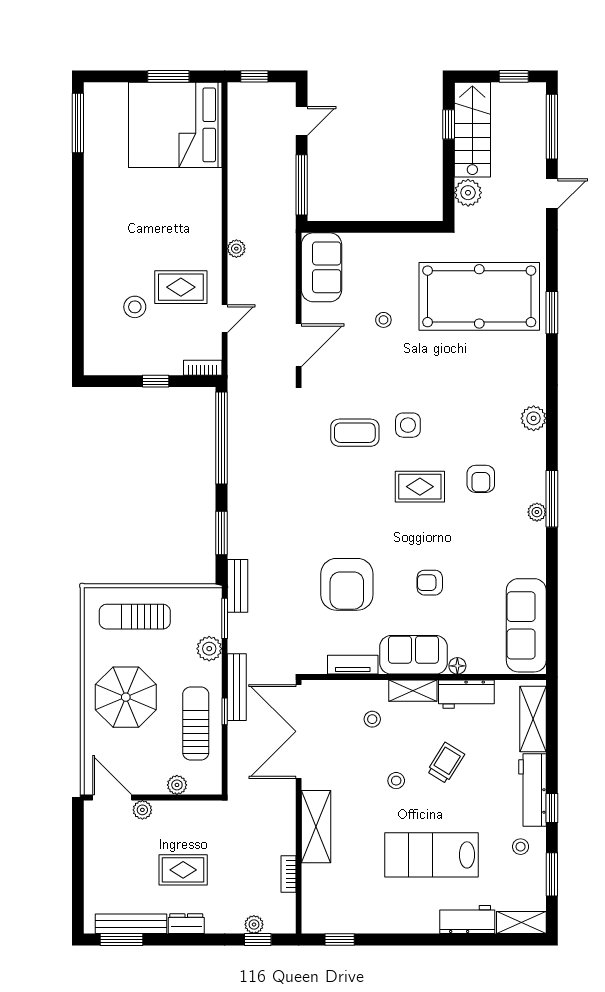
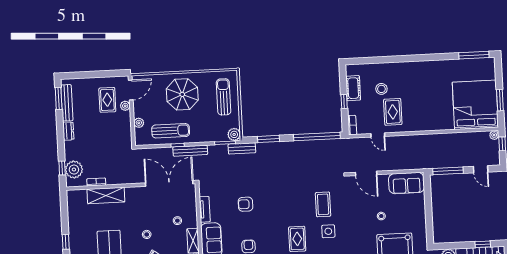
plant: (236, 249) -> (494, 135), moved
cot: (130, 362) -> (353, 88), added
armchair: (347, 584) -> (246, 204), width x0.53, depth x0.53
plant: (209, 649) -> (234, 134), moved
shelving: (316, 827) -> (106, 195), moved
rug: (183, 870) -> (107, 100), moved
plant: (254, 925) -> (74, 170), width x1.88, depth x1.88
window: (340, 940) -> (66, 242), moved

